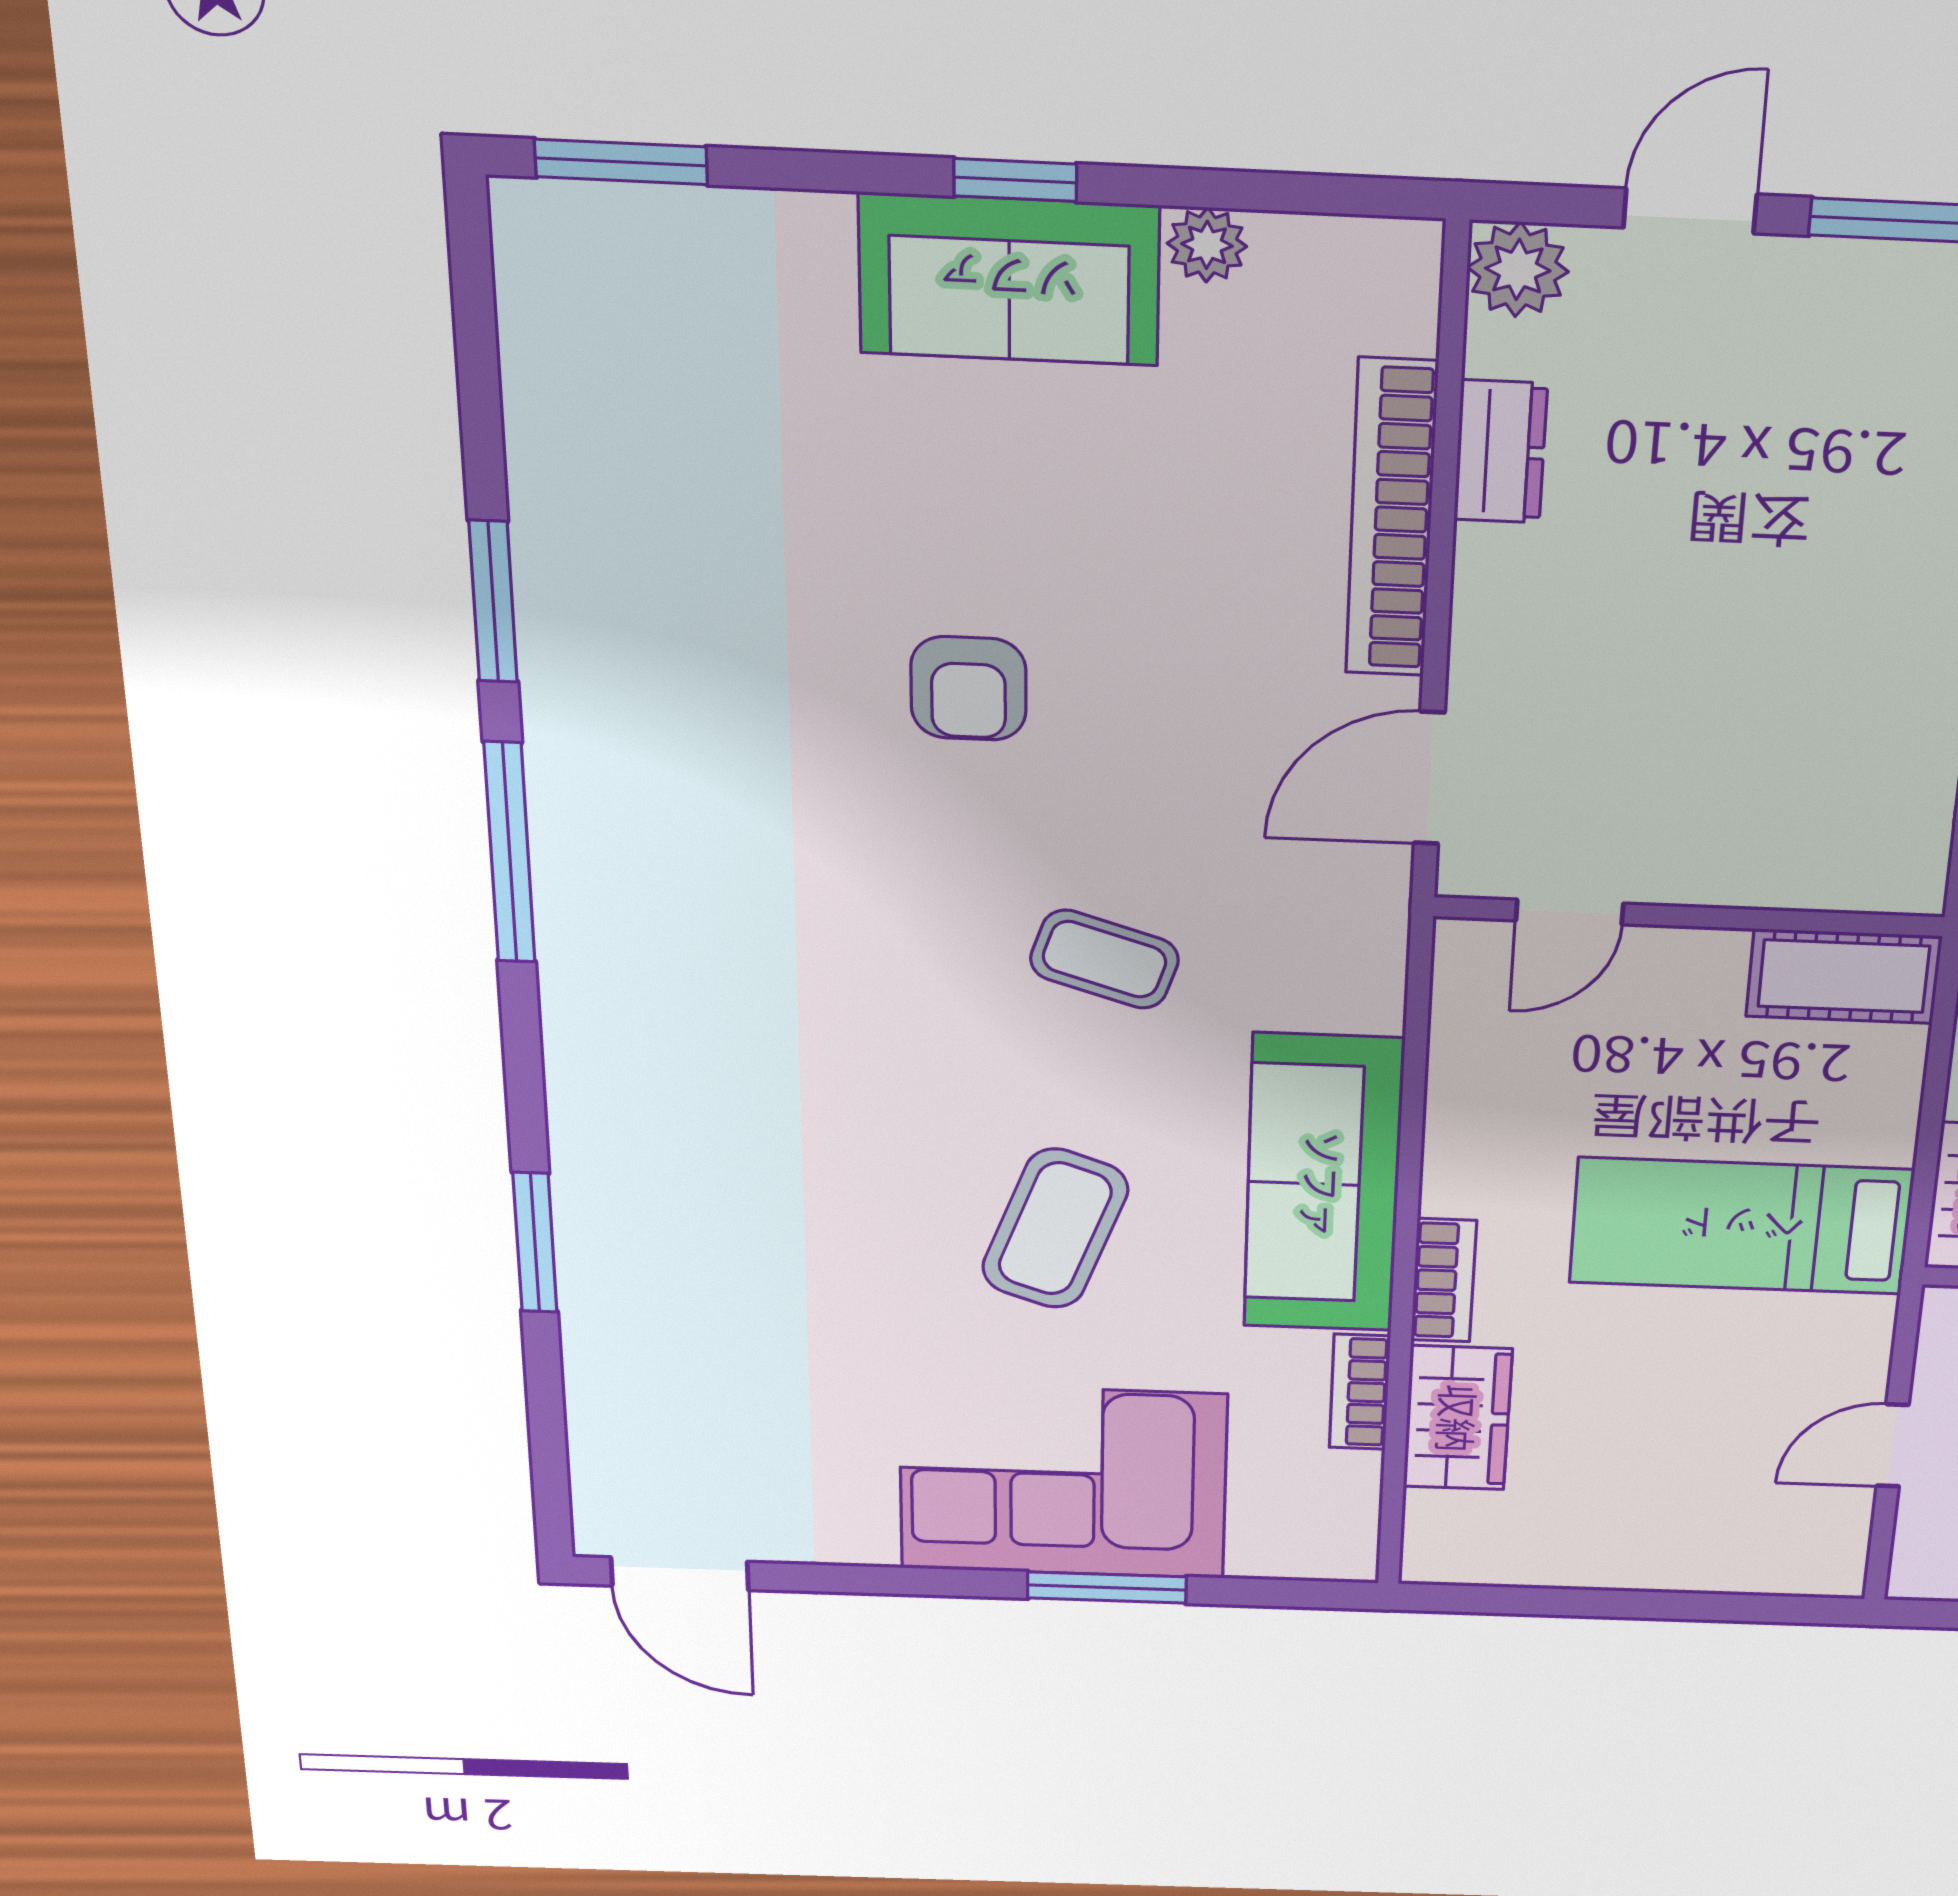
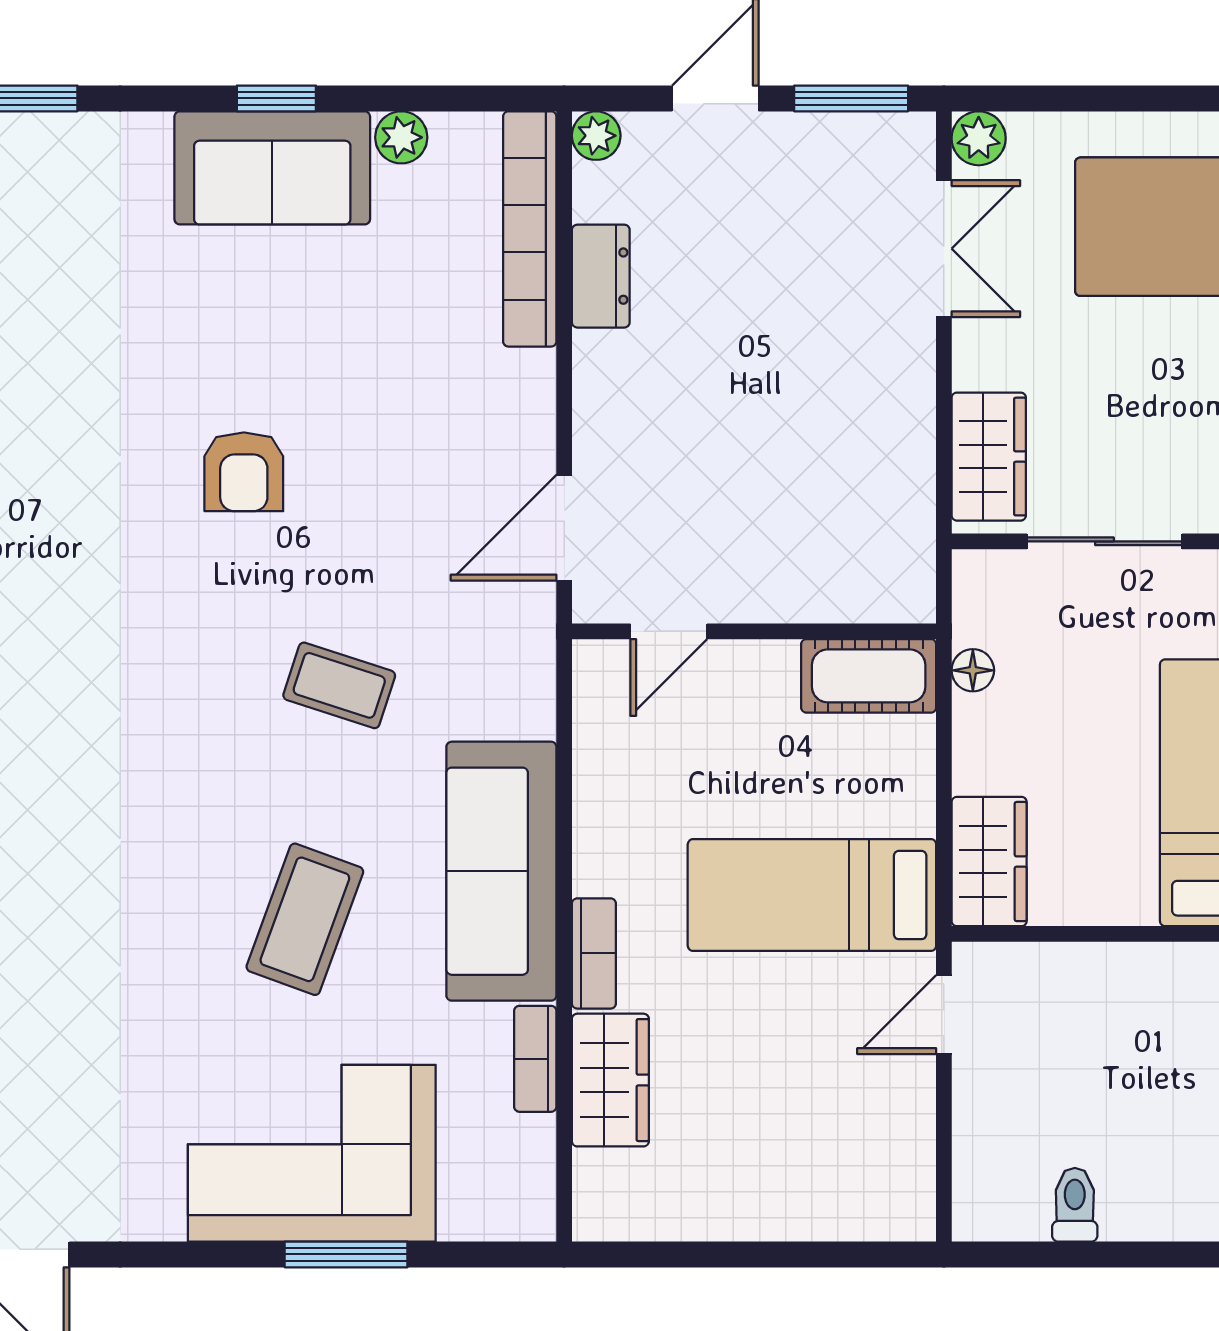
plant: (1518, 269) -> (596, 136), width x0.73, depth x0.73
bookcase: (1391, 519) -> (530, 229), moved
door: (1893, 1445) -> (944, 1015), moved

